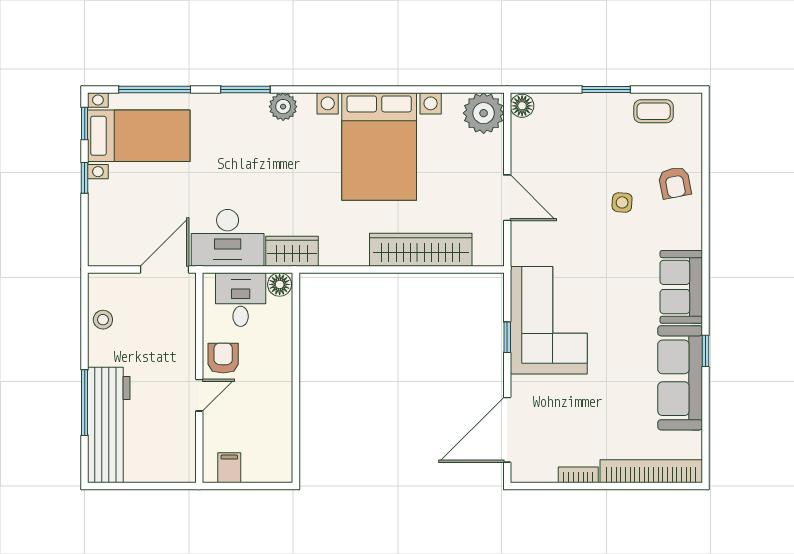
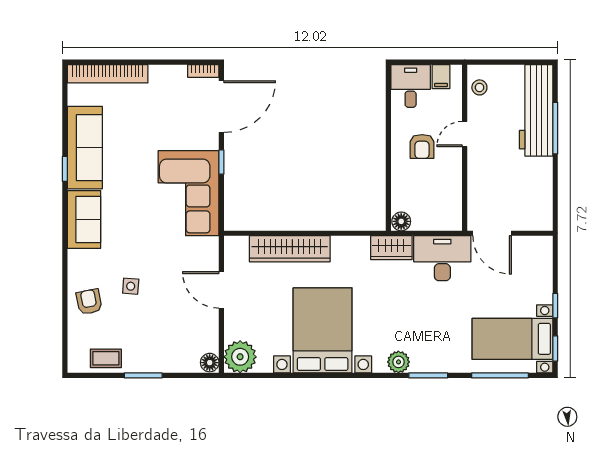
door: (165, 269) -> (492, 233), hinge flipped
desk: (241, 300) -> (411, 86), moved, turned 180
stool: (103, 320) -> (479, 87), moved
window: (507, 337) -> (221, 162), moved
armchair: (223, 358) -> (422, 146), moved
bookcase: (578, 475) -> (203, 71), moved

